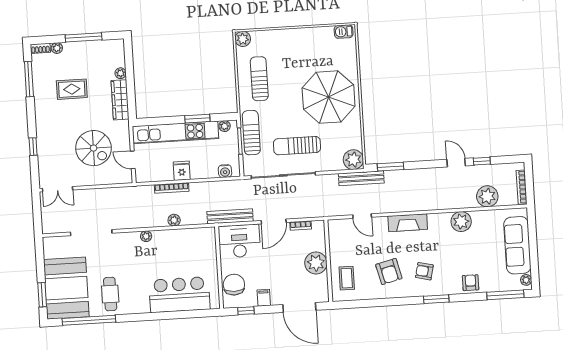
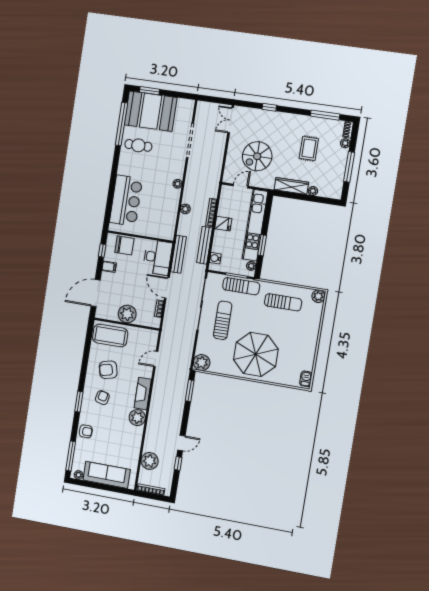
bench: (361, 178) -> (204, 245), moved
plant: (461, 222) -> (137, 418), moved
coffee table: (347, 278) -> (110, 336), width x1.86, depth x1.72

